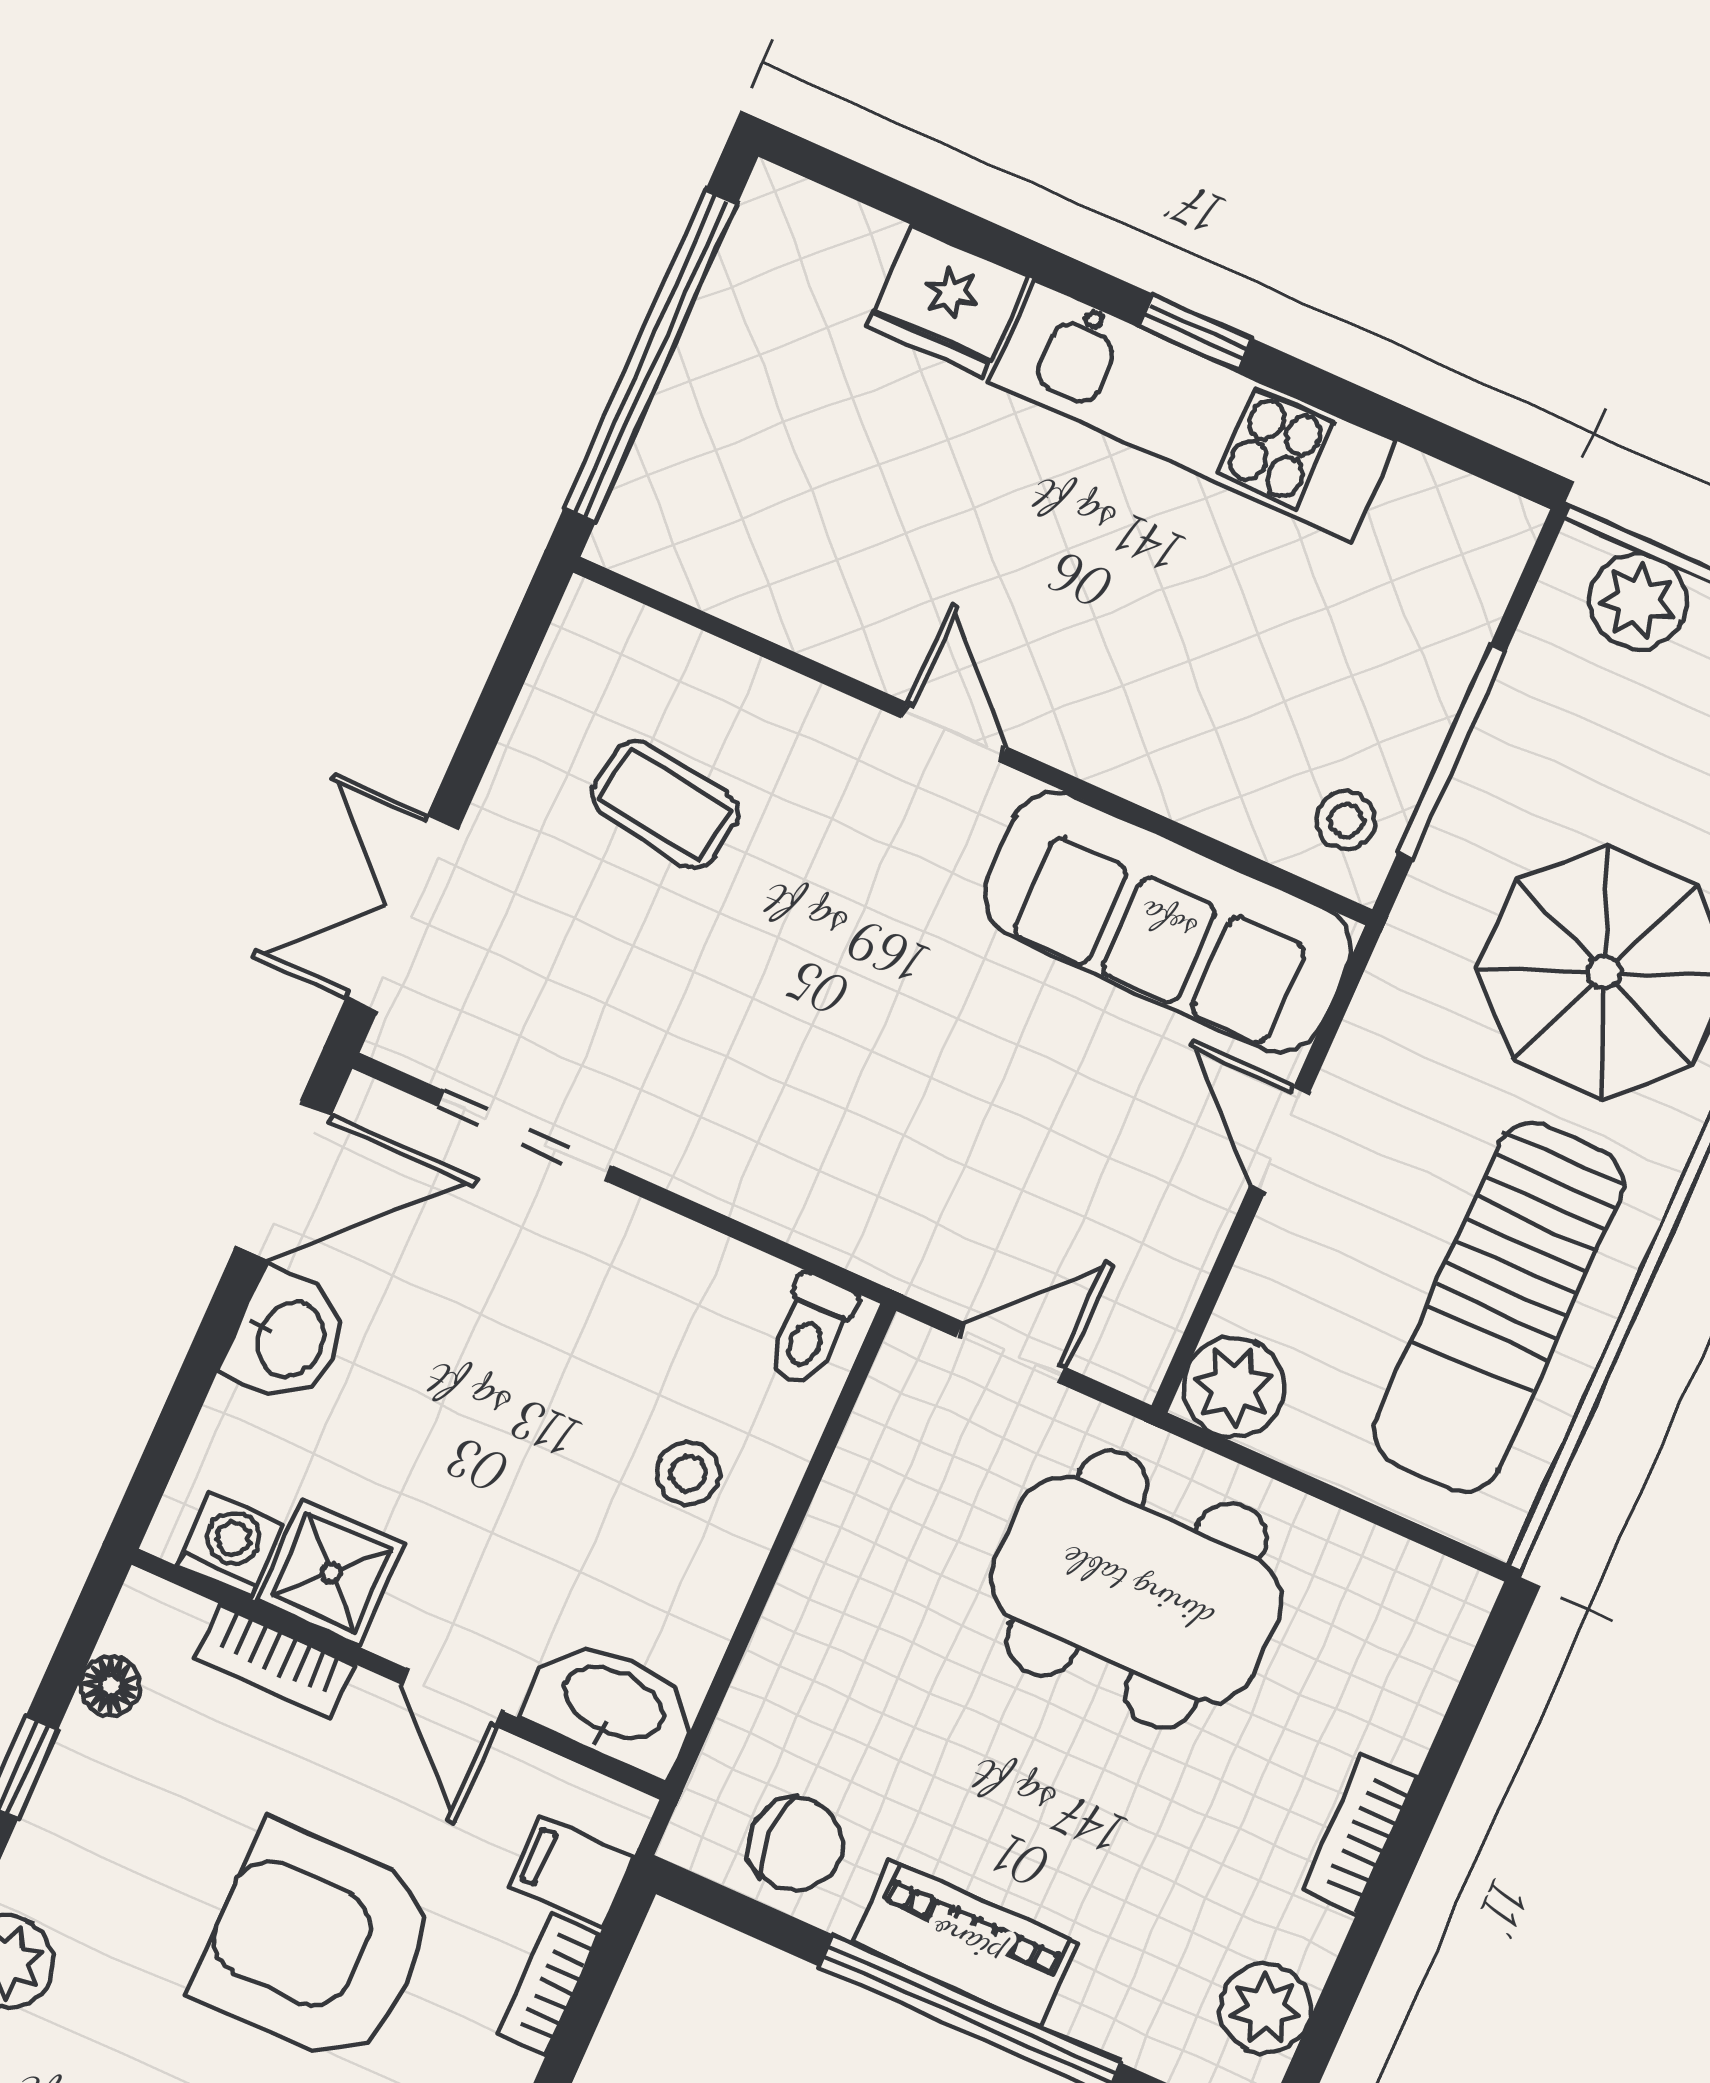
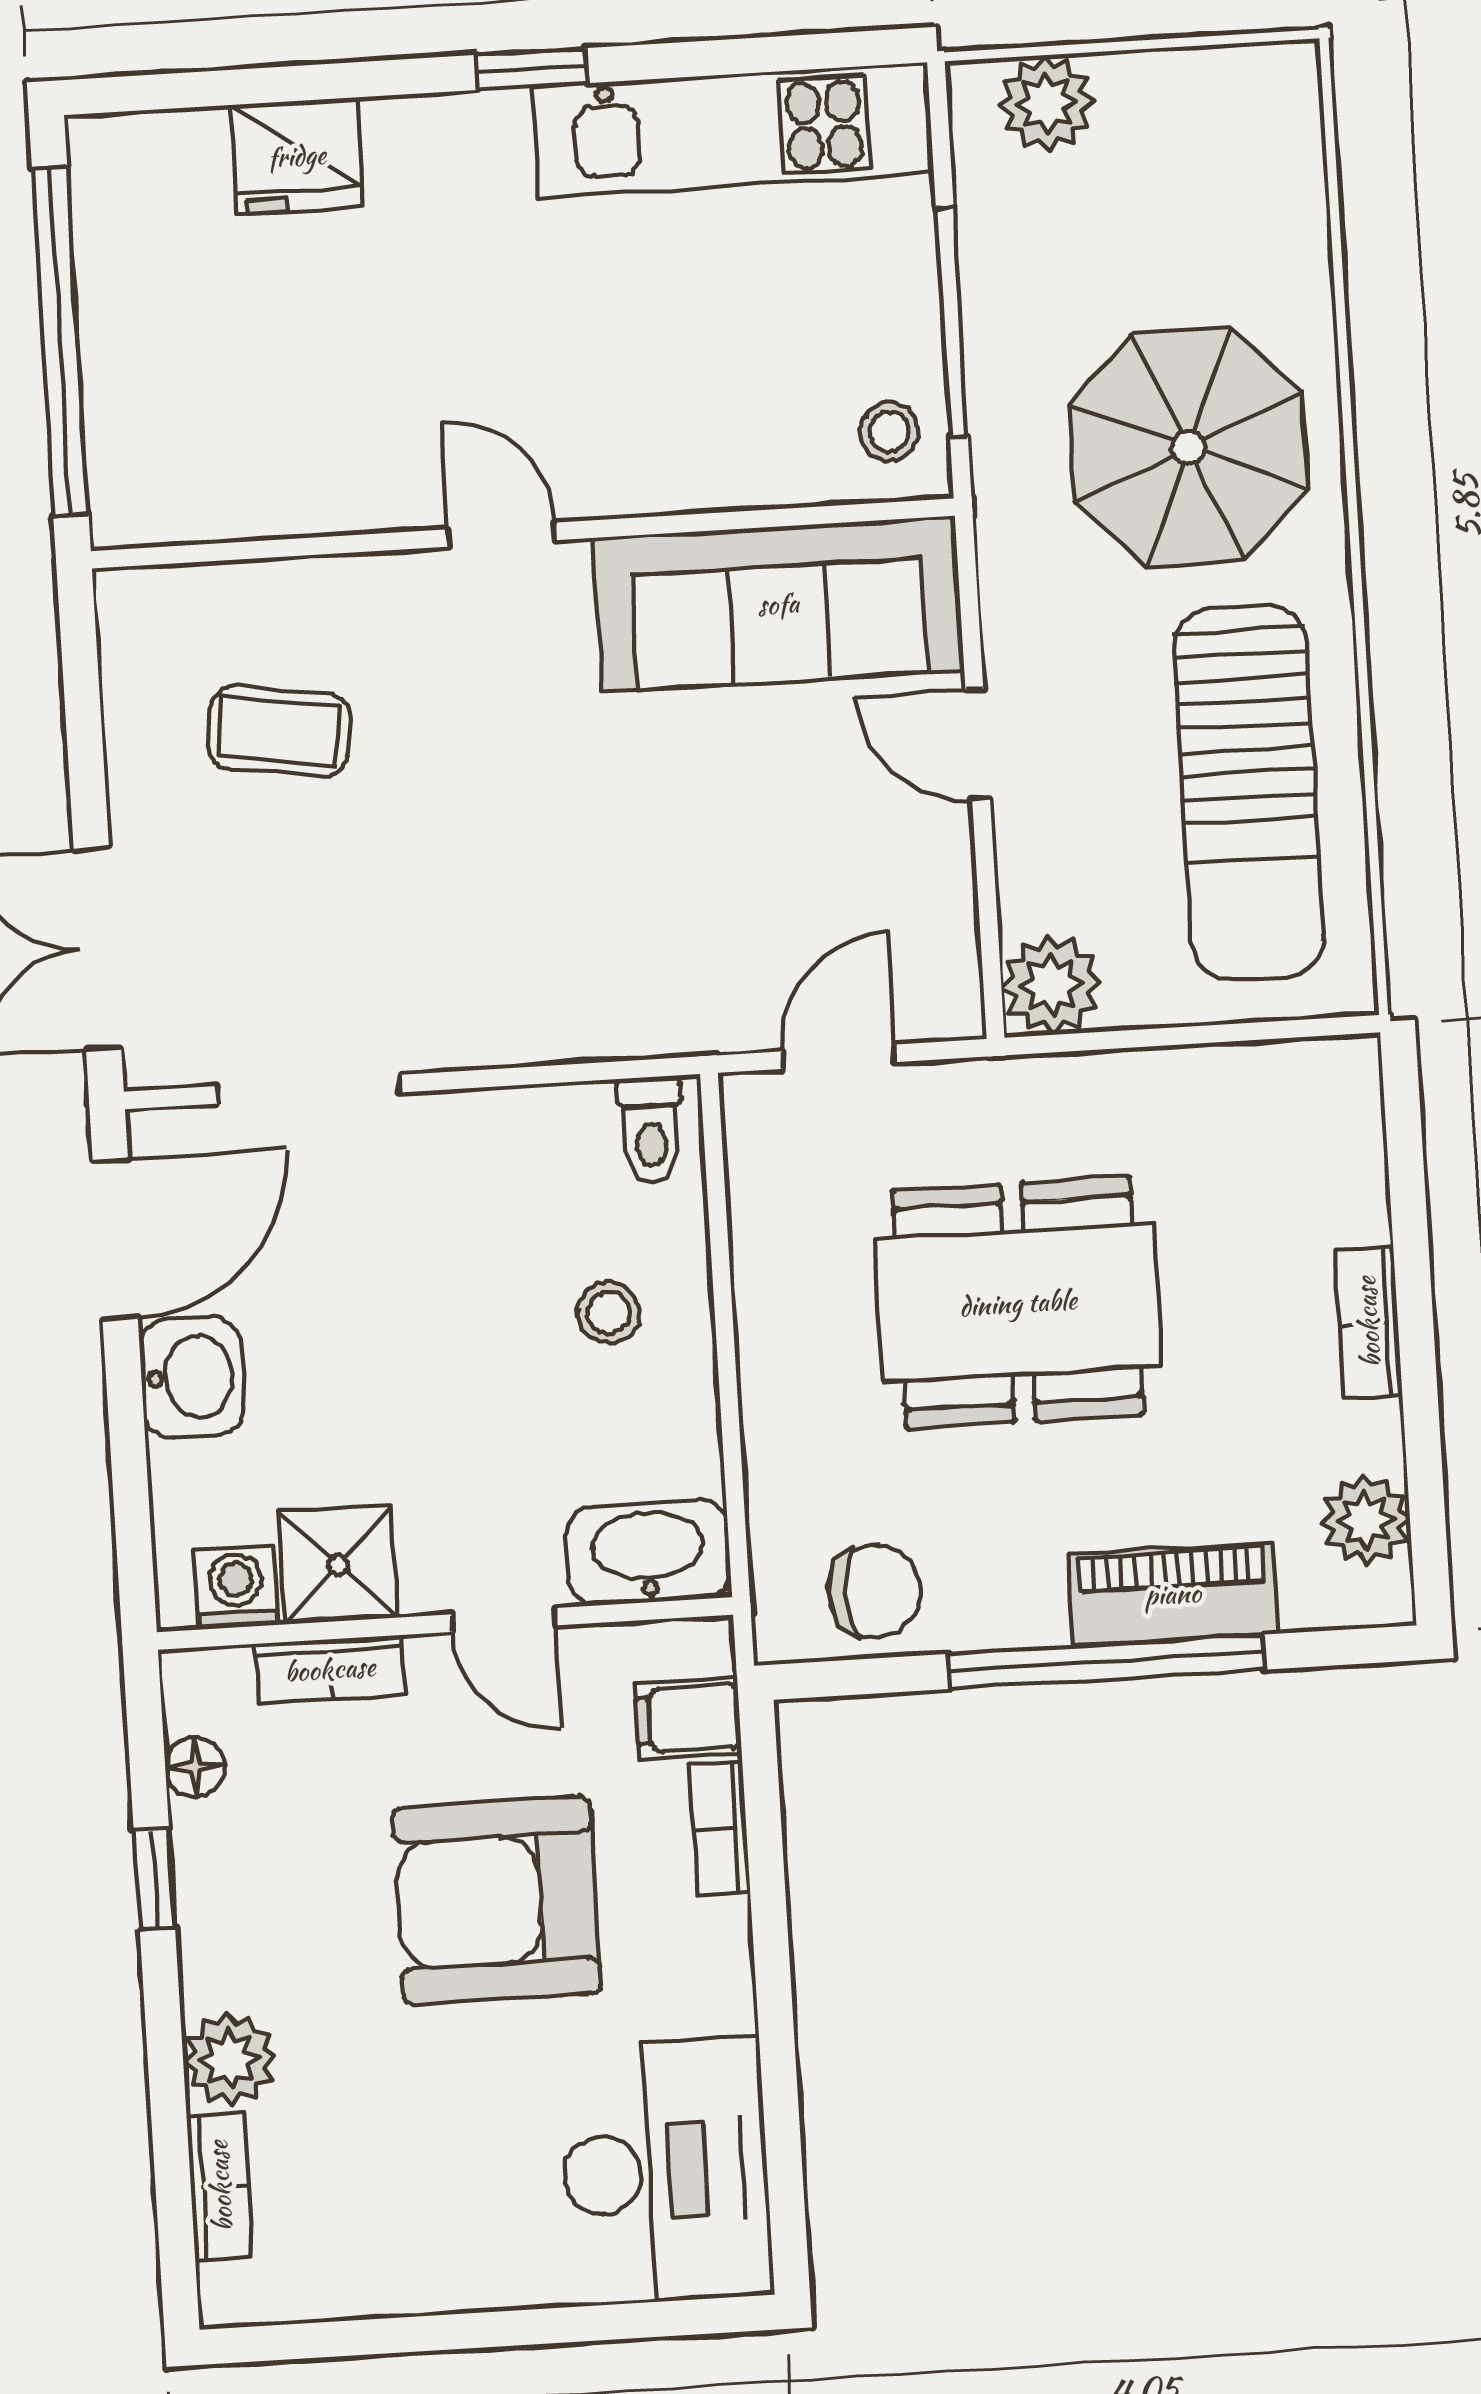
kitchen unit: (1192, 411) -> (733, 130), moved
dining table: (1137, 1589) -> (1018, 1303), moved
piano: (966, 1943) -> (1173, 1594), moved

